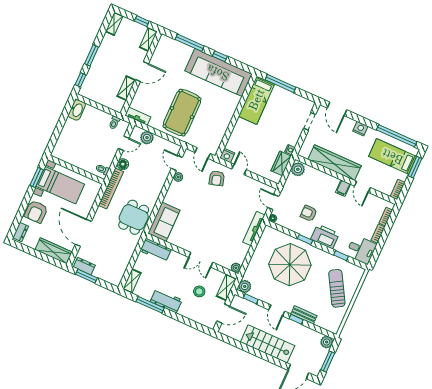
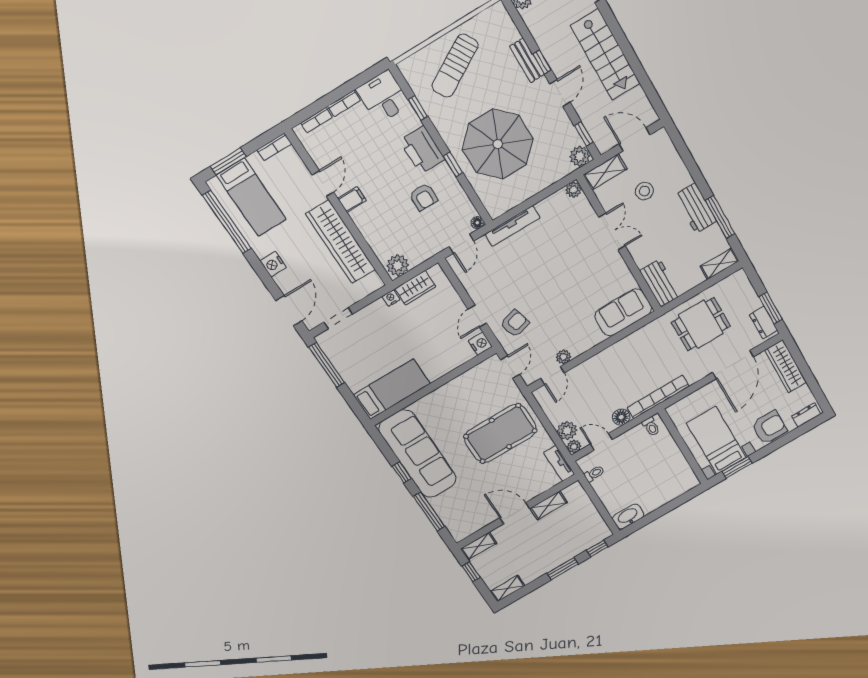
window: (281, 83) -> (327, 365), moved
plant: (137, 131) -> (574, 446), added
dining table: (134, 217) -> (701, 324), moved

